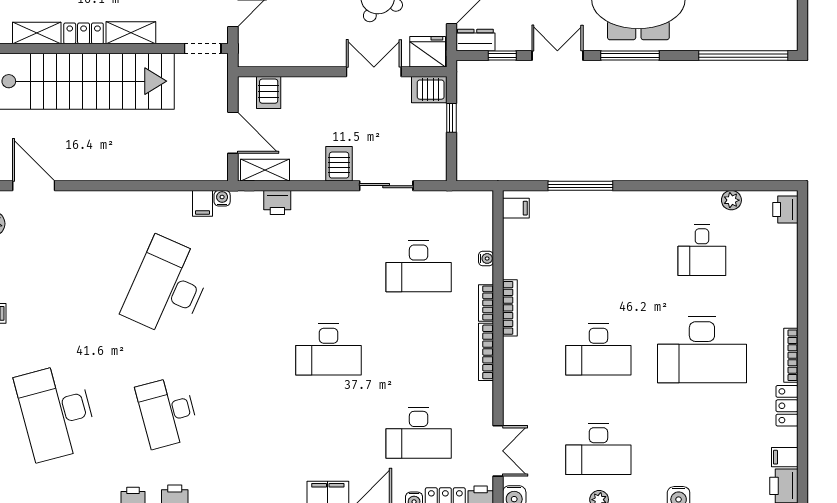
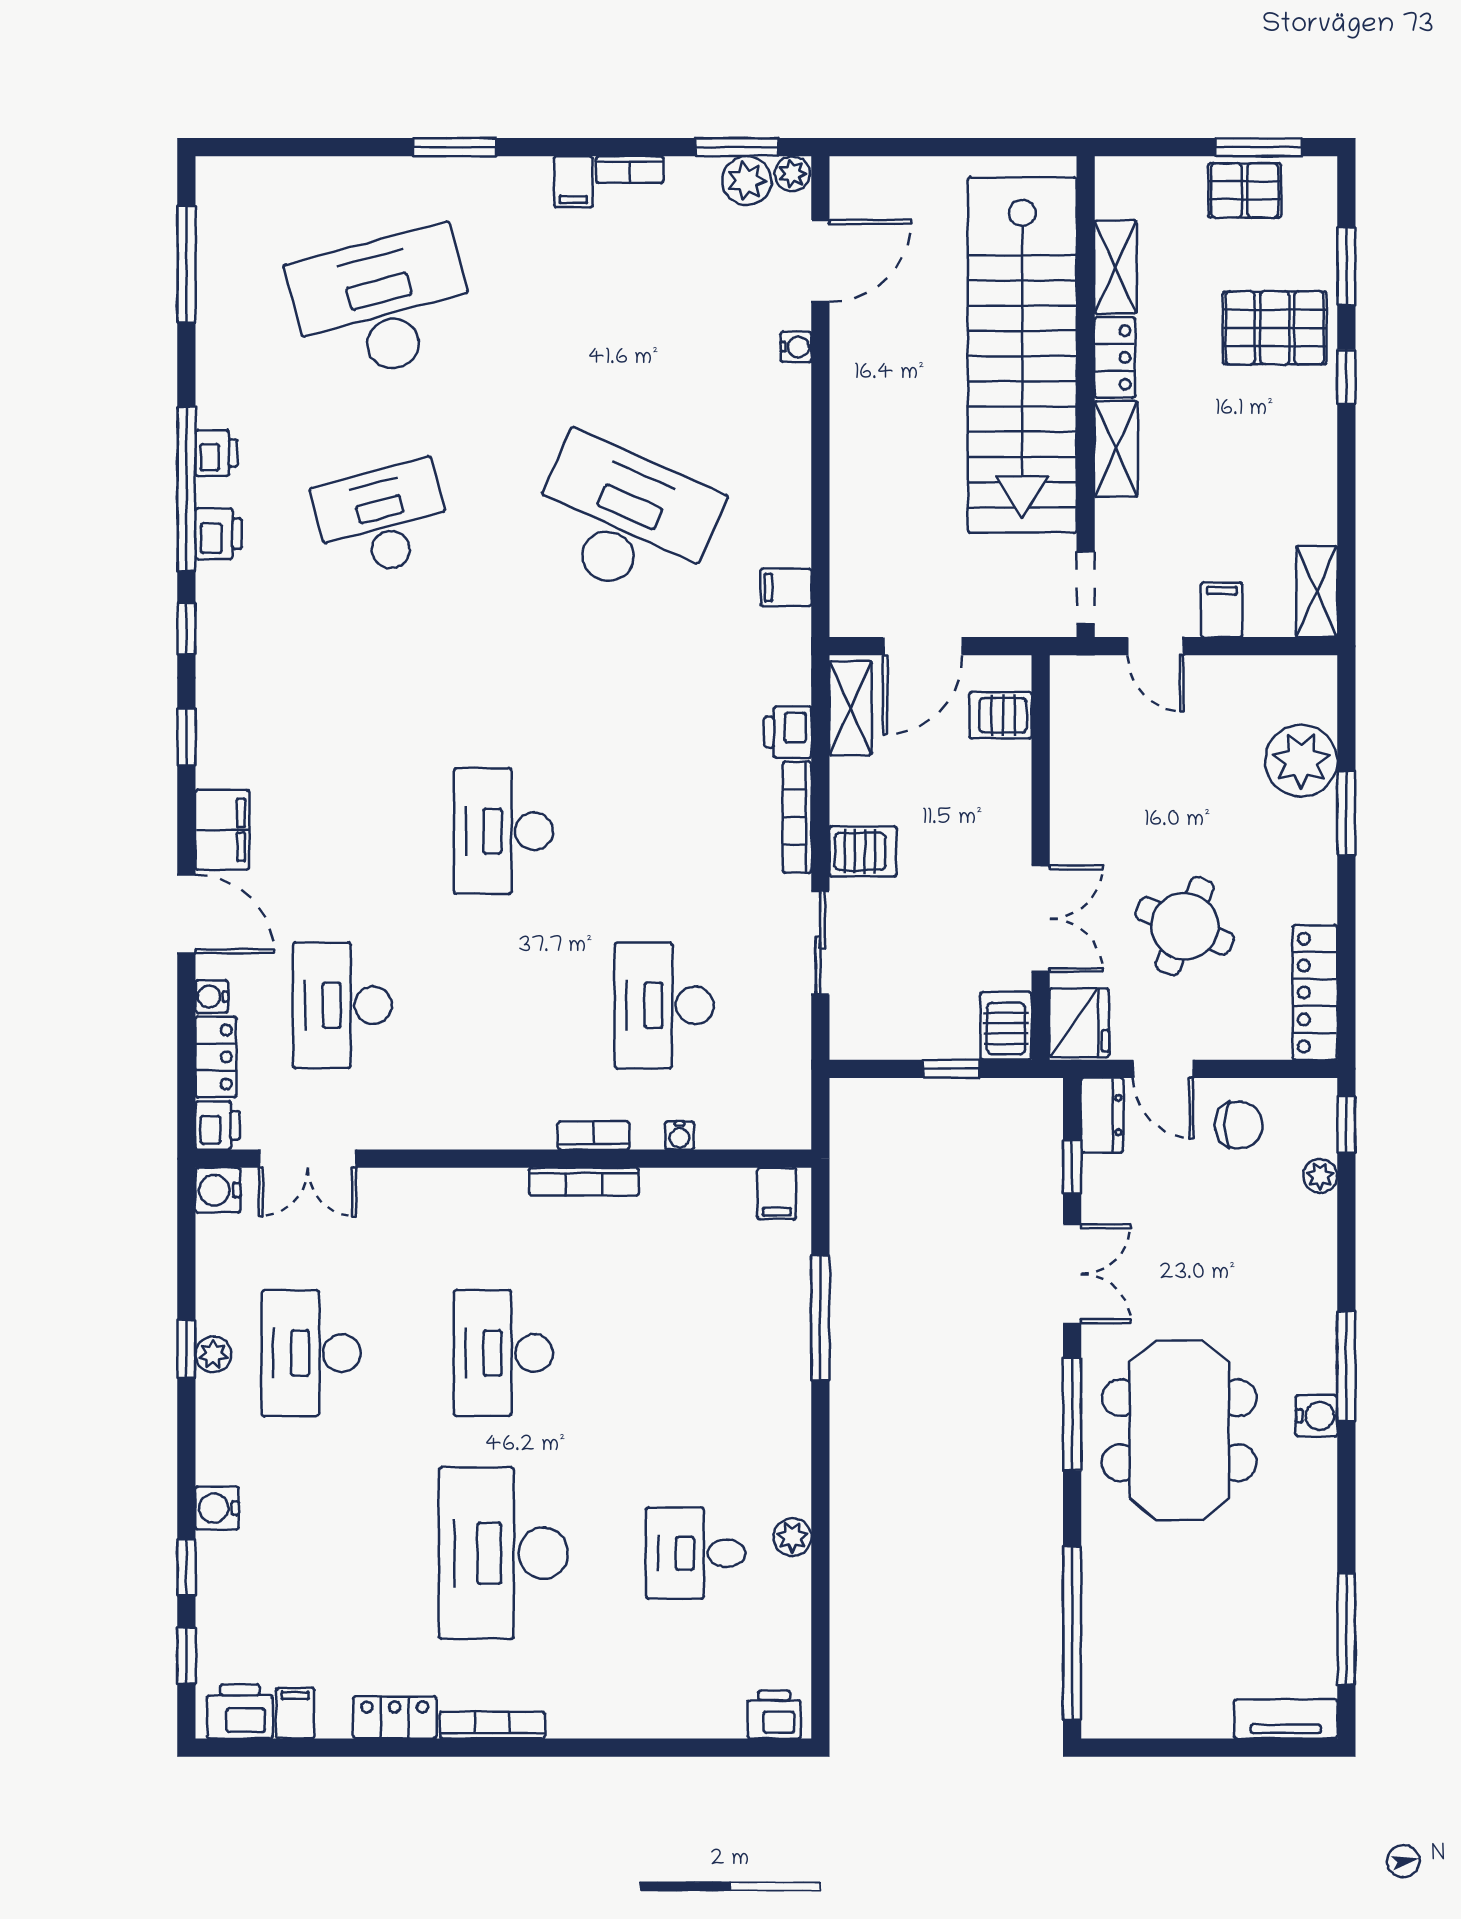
water cooler: (222, 198) -> (796, 347), moved
plant: (731, 200) -> (792, 1537), moved
bookcase: (486, 352) -> (797, 817), moved, turned -90

